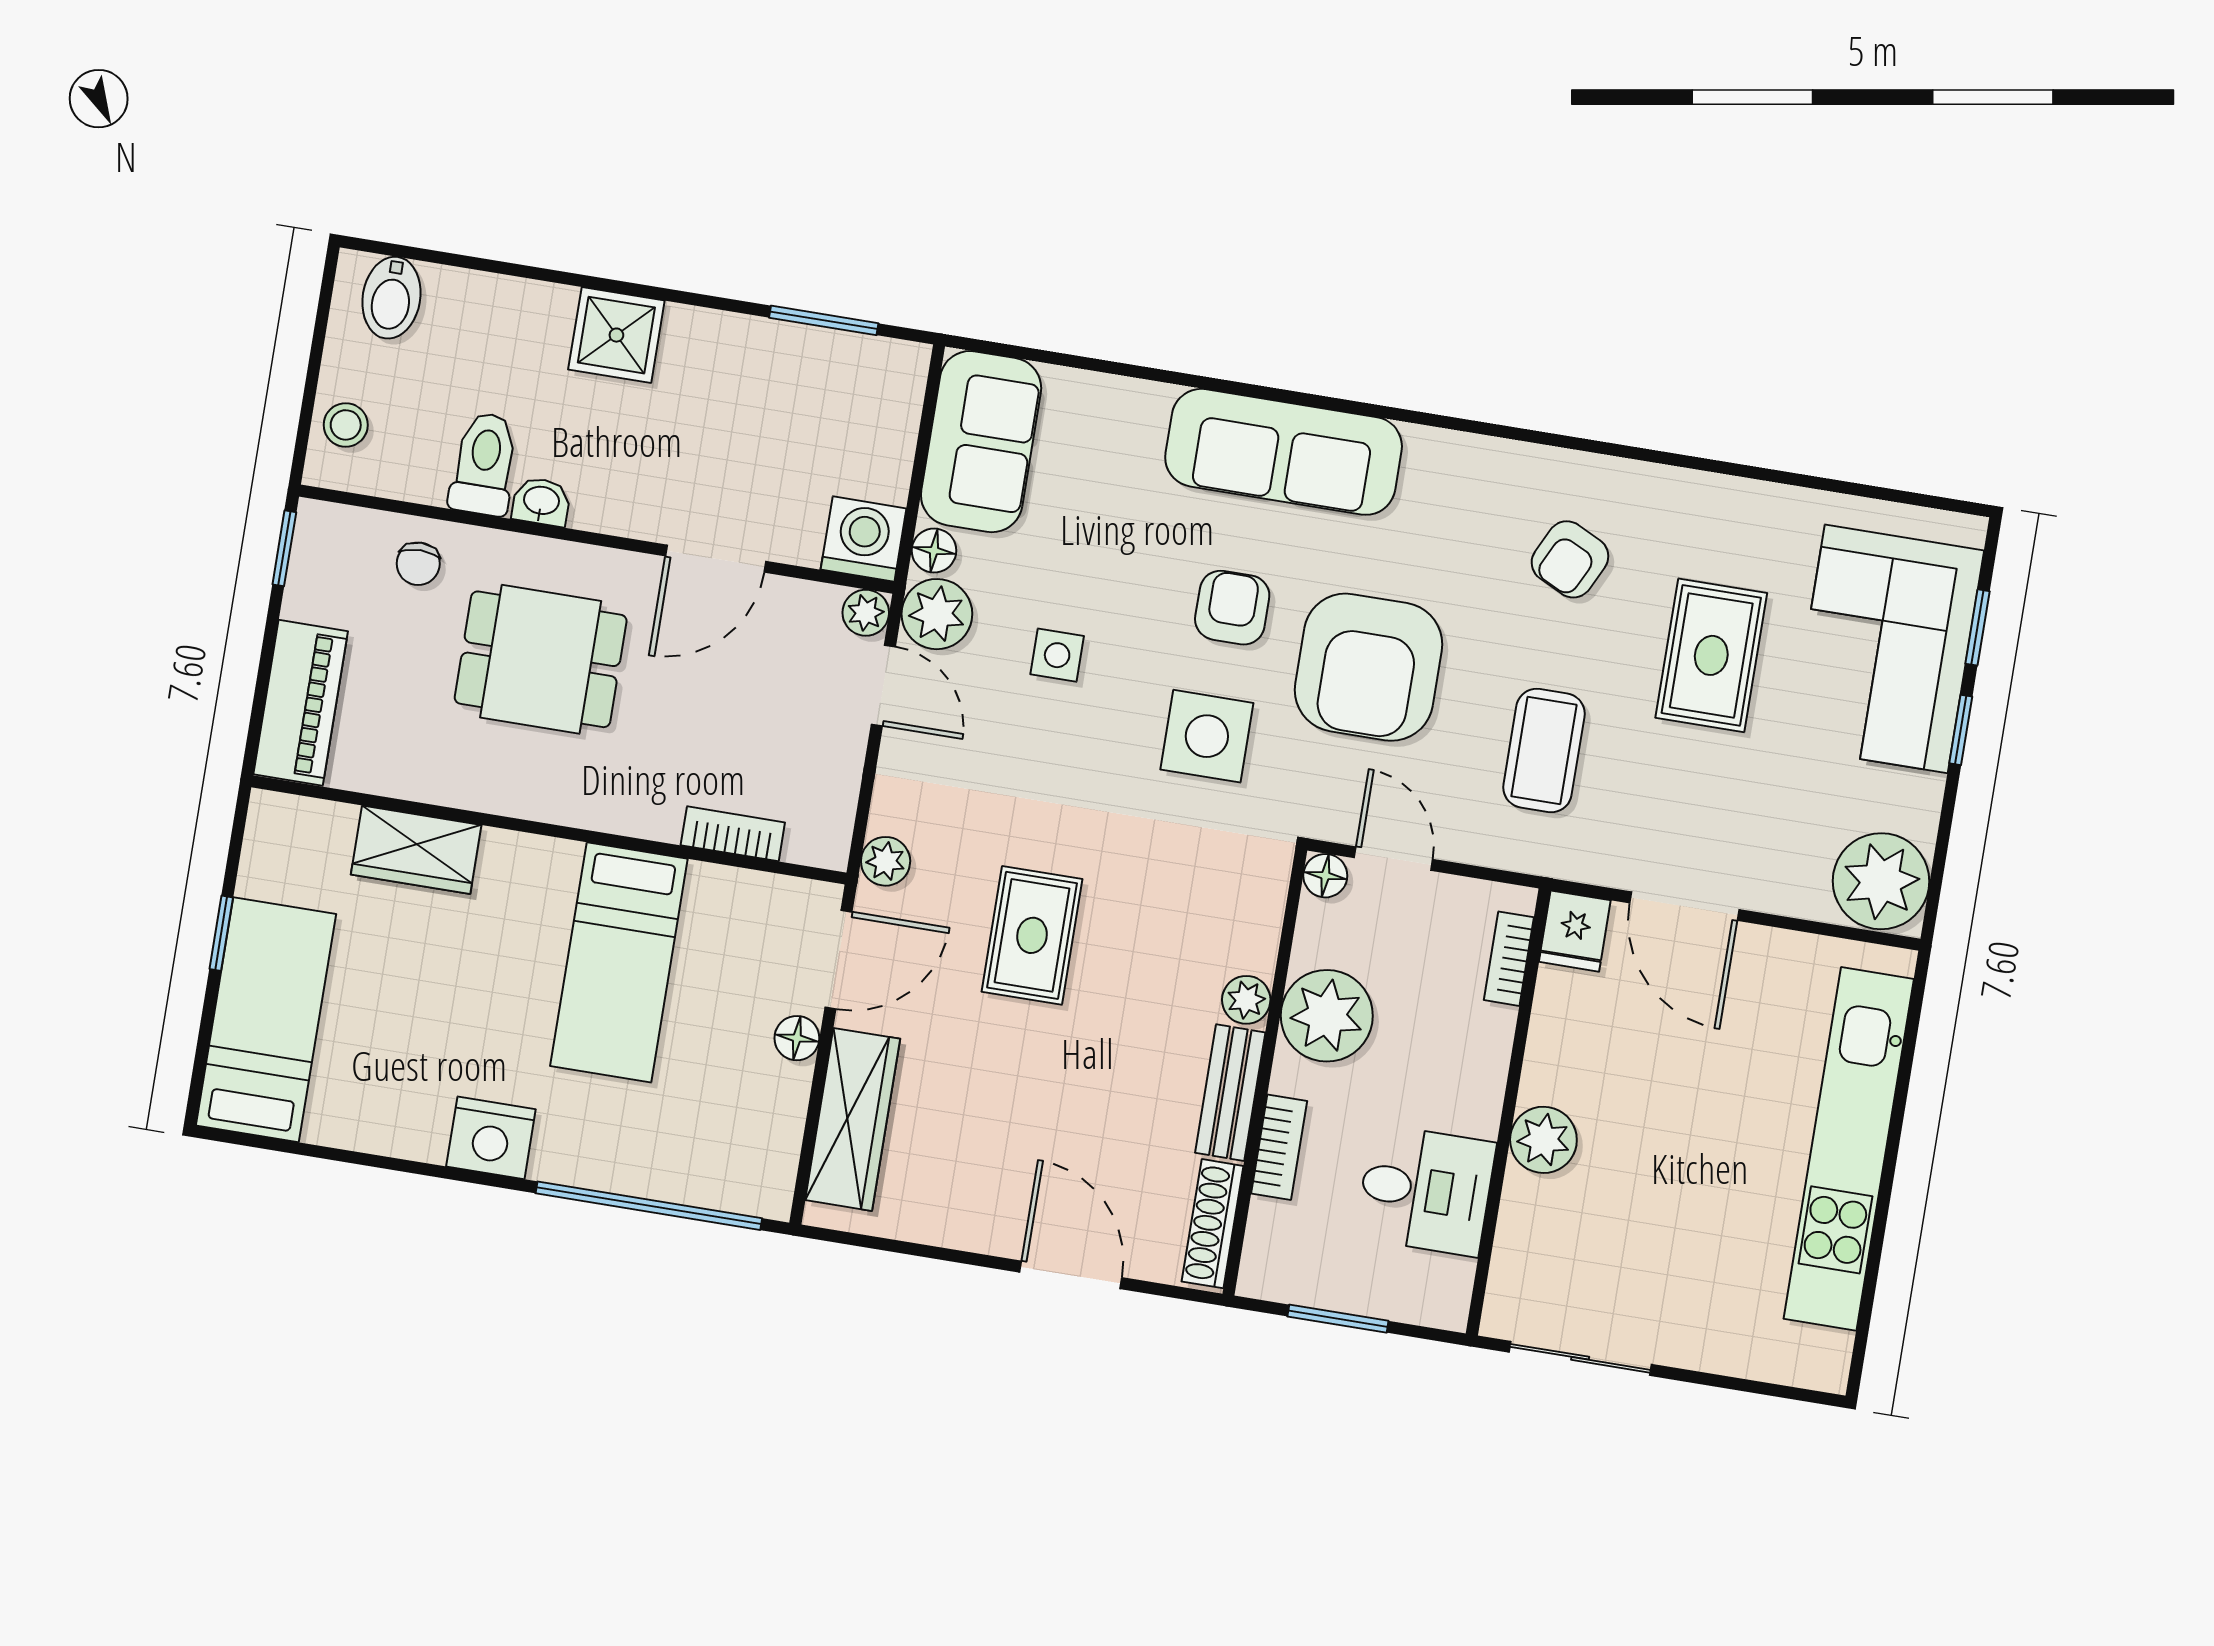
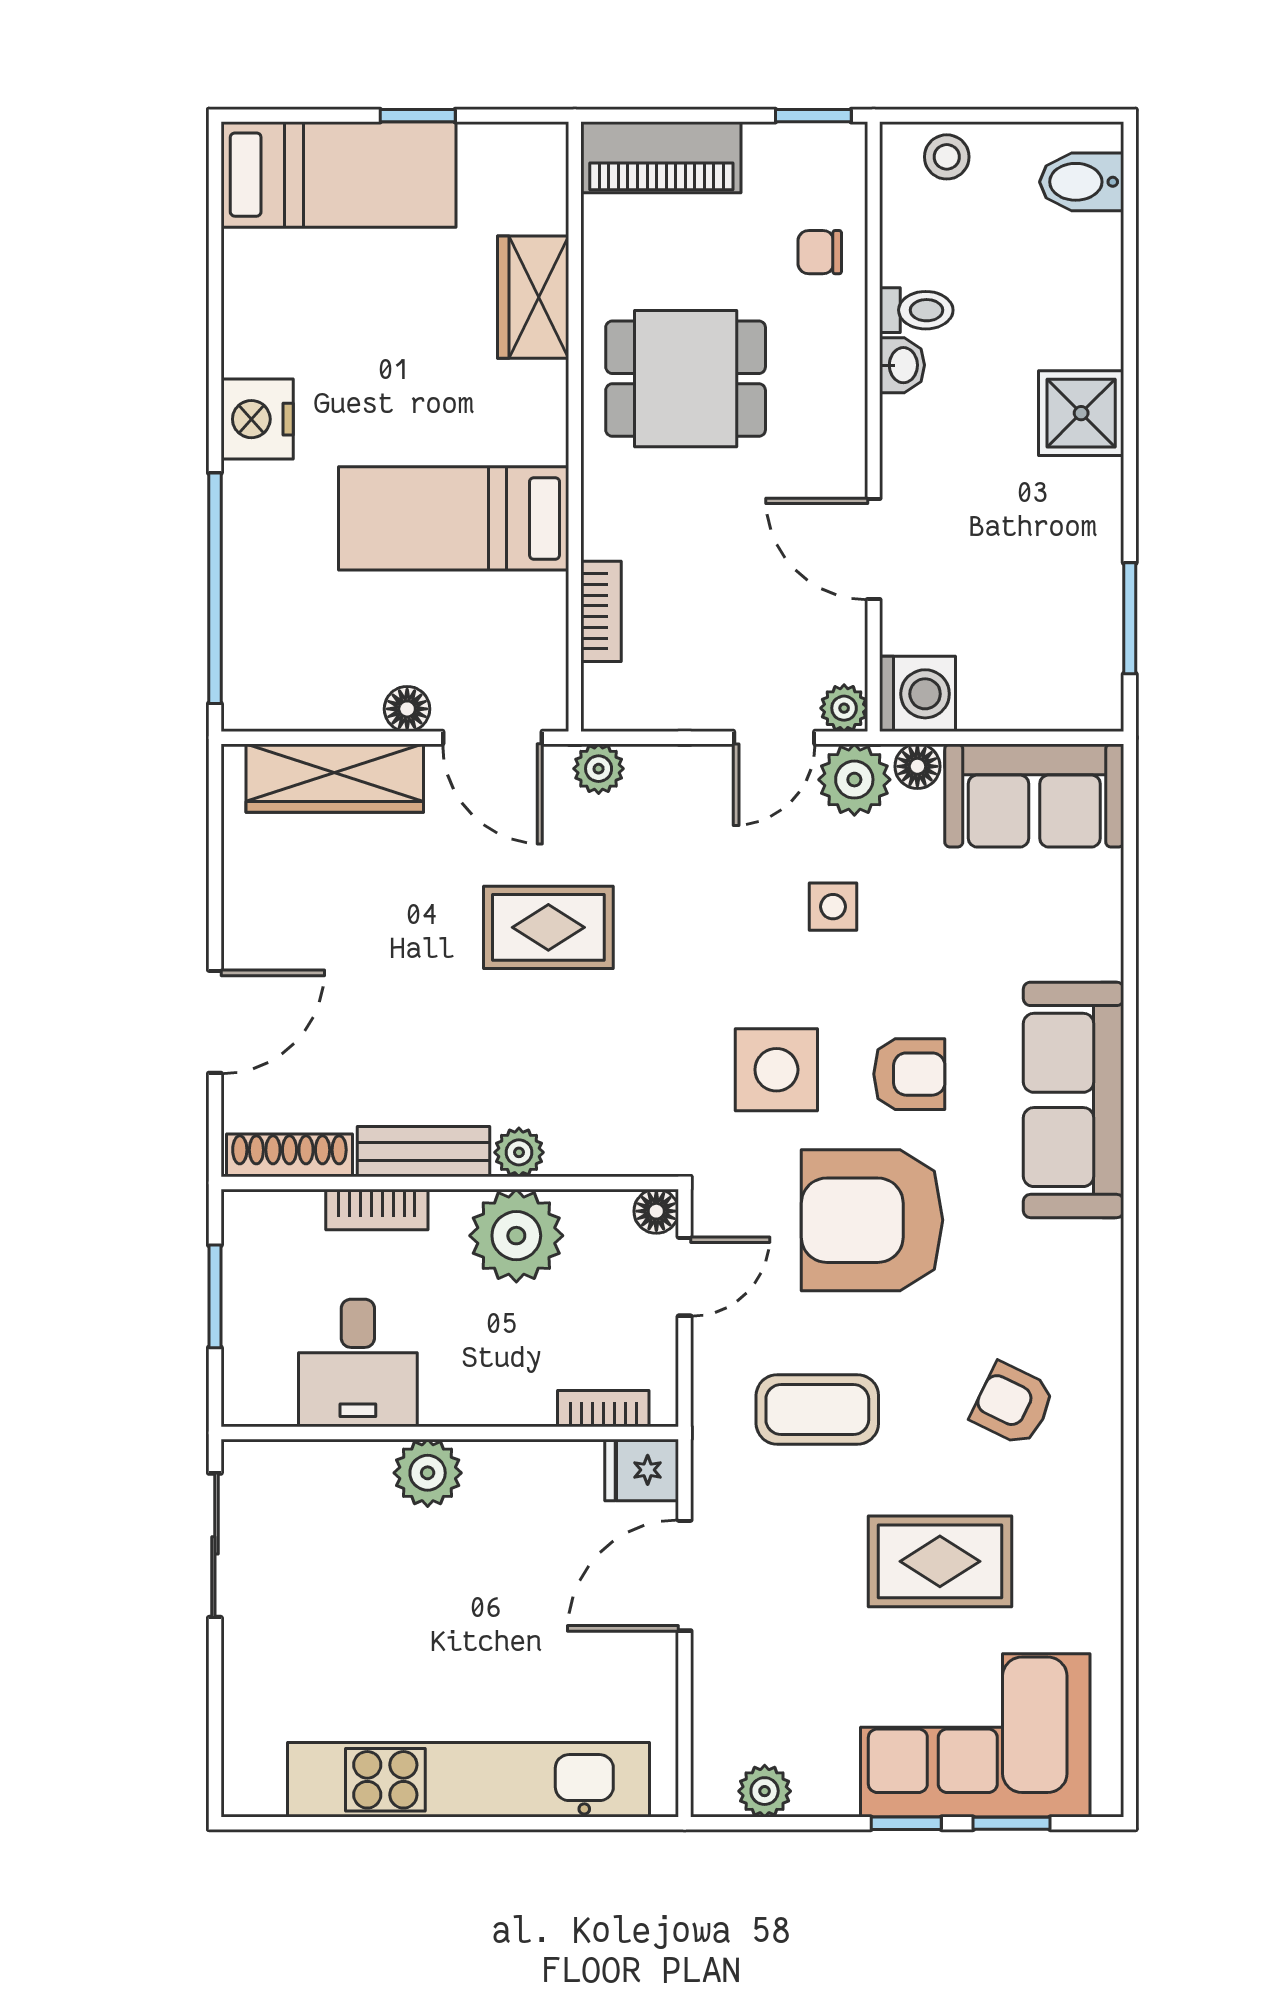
toilet: (484, 464) -> (916, 310), width x0.73, depth x0.72
dining table: (541, 659) -> (686, 379), moved, turned 90
plant: (1881, 881) -> (765, 1791), width x0.53, depth x0.53

